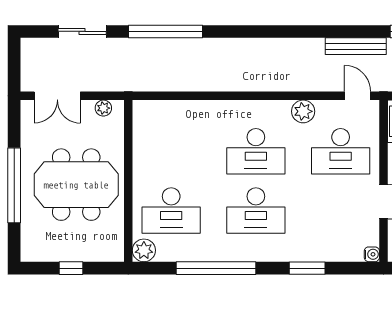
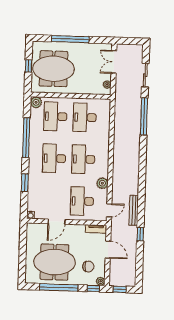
desk: (171, 151) -> (85, 117), added
meeting table: (76, 185) -> (53, 69), moved, turned 90

